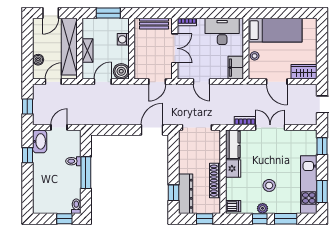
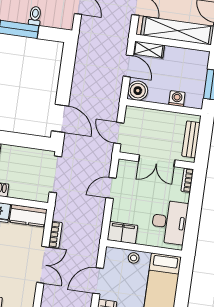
shelving: (87, 51) -> (149, 50), moved

